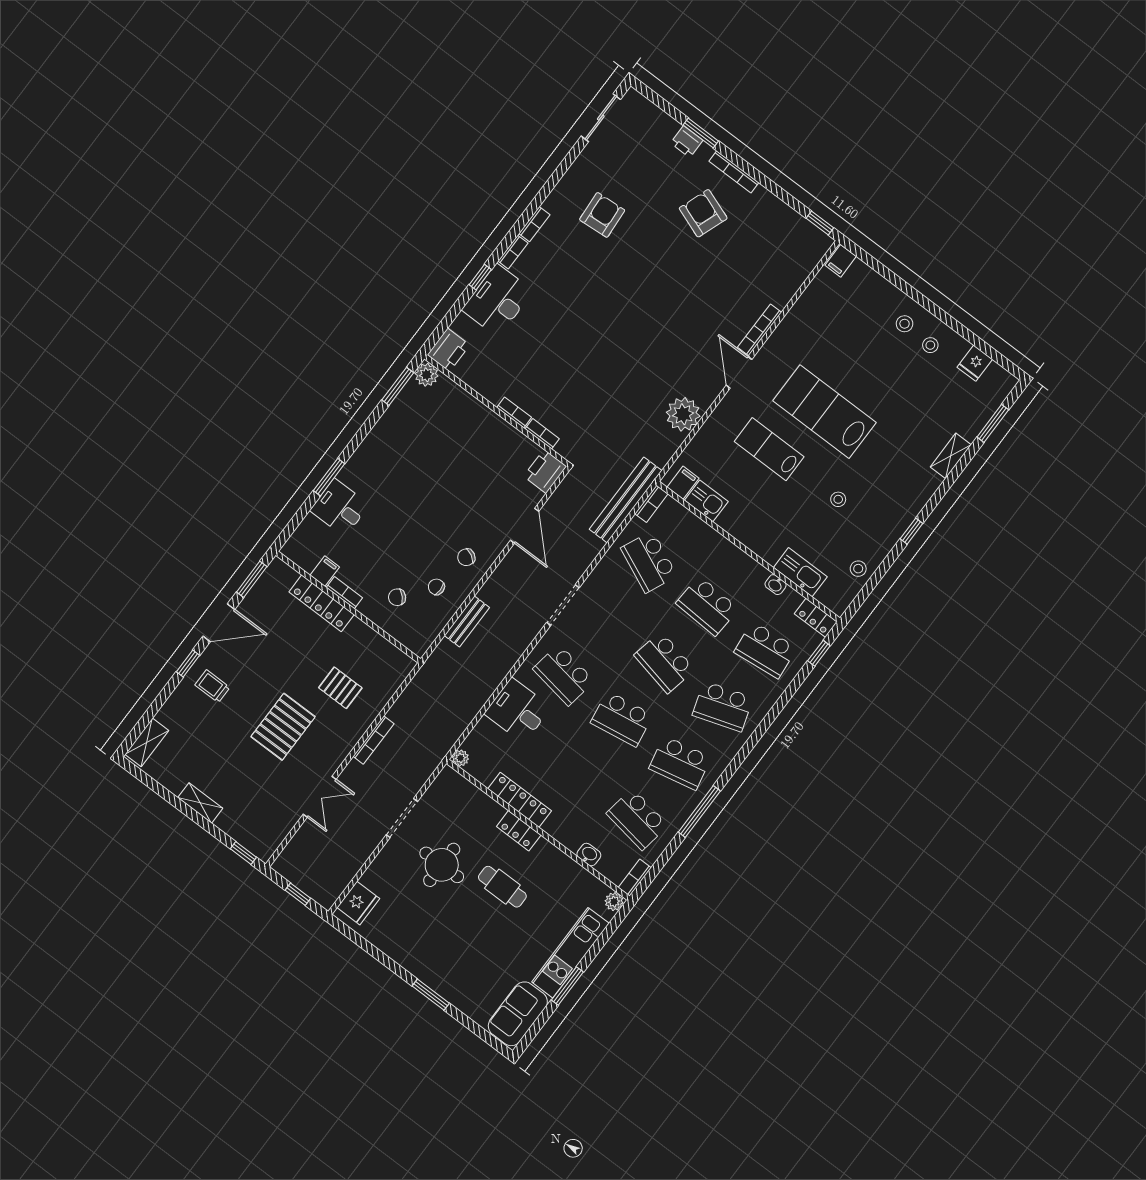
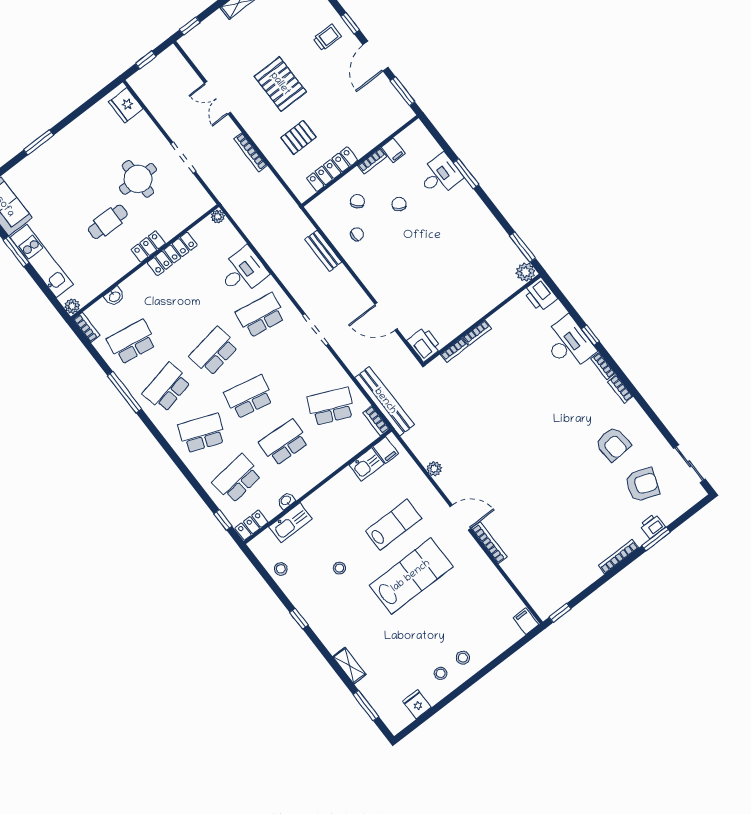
armchair: (703, 213) -> (642, 485), moved
plant: (683, 414) -> (434, 469), width x0.53, depth x0.53
chair: (466, 557) -> (399, 204), moved
locker: (322, 603) -> (332, 169), moved
school desk: (723, 706) -> (202, 433), turned 39

